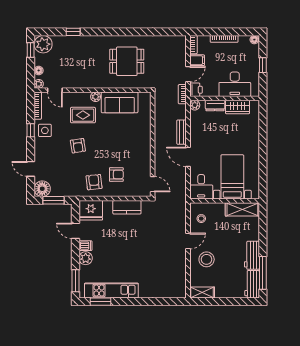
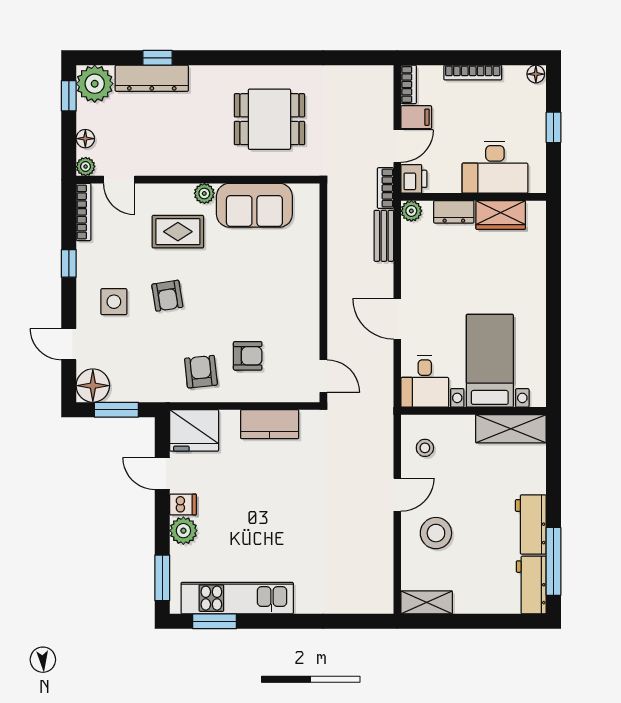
dresser: (70, 42) -> (152, 78), added
side table: (45, 130) -> (114, 302), moved
bench: (182, 132) -> (384, 236), moved

